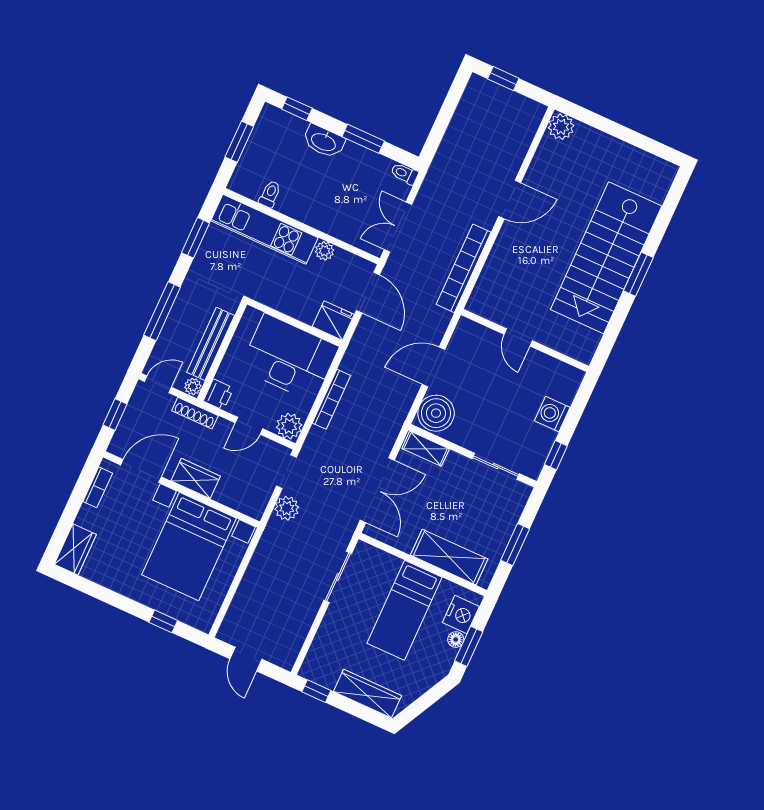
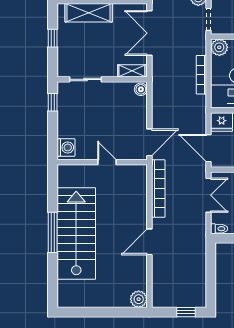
window: (638, 274) -> (53, 232), width x1.44
door: (433, 367) -> (149, 142), moved
boiler: (436, 413) -> (141, 89), width x0.54, depth x0.54
washing machine: (552, 414) -> (66, 147), moved
window: (515, 544) -> (53, 38), width x0.67

